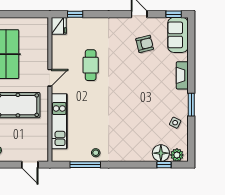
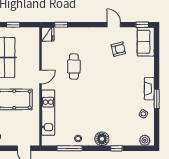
window: (17, 14) -> (13, 25), added
fireplace: (182, 75) -> (149, 89), moved
floor lamp: (161, 153) -> (102, 139), moved
window: (164, 165) -> (116, 148), moved

